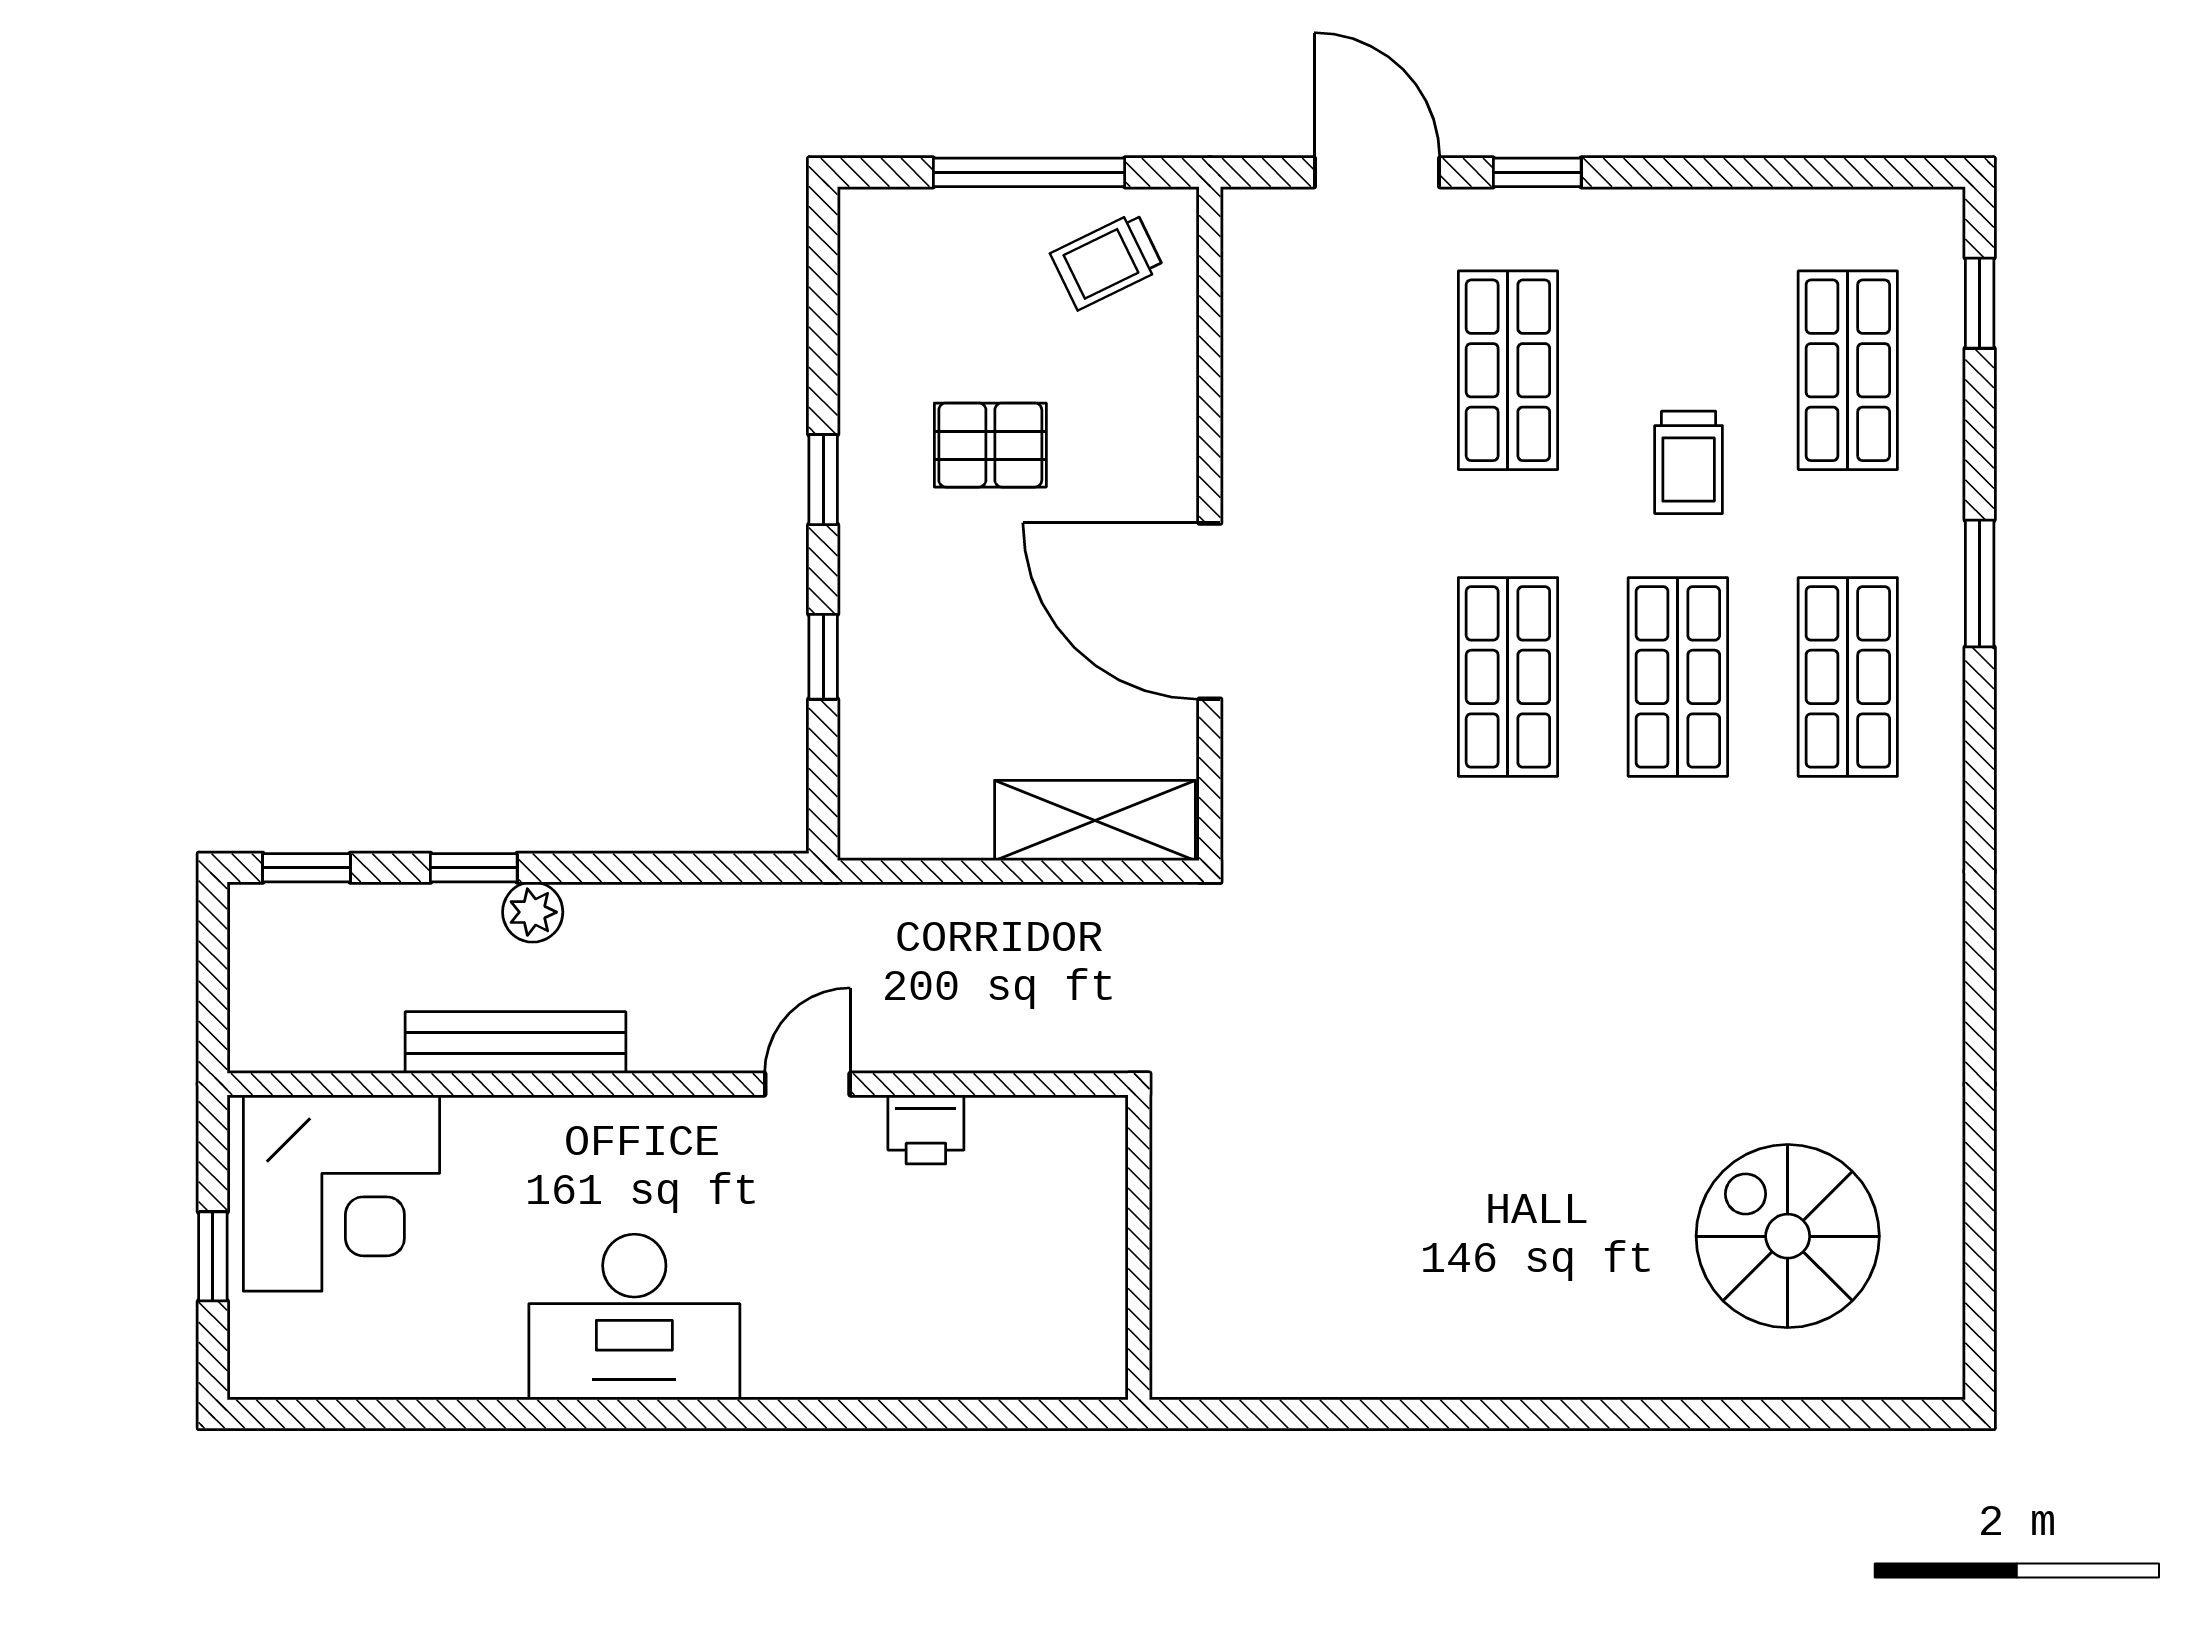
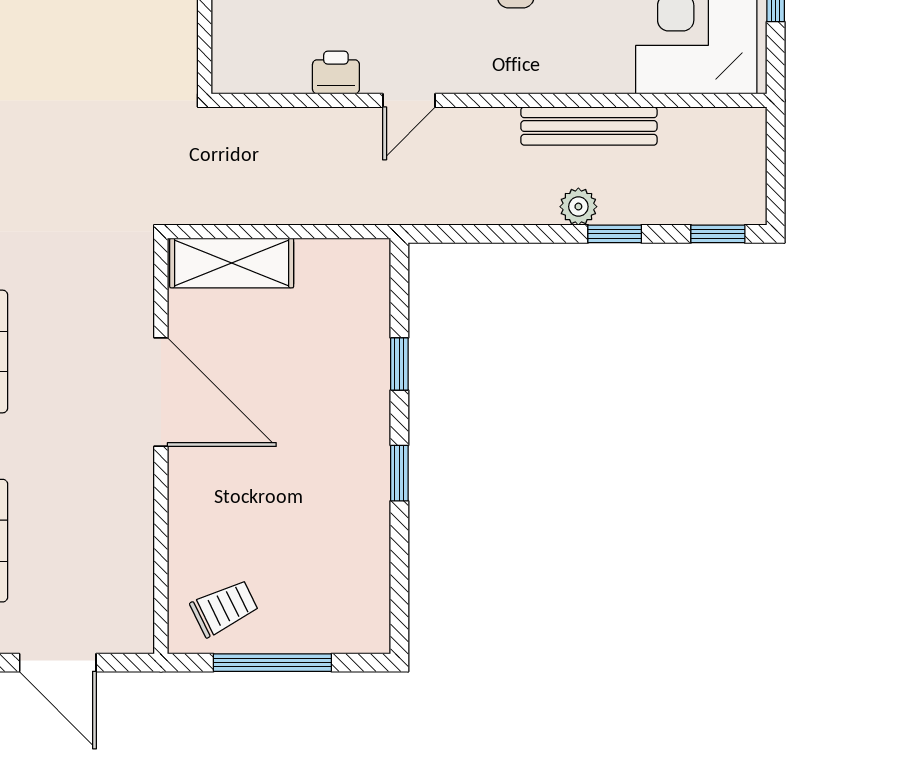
pallet: (990, 445) -> (296, 494), removed

